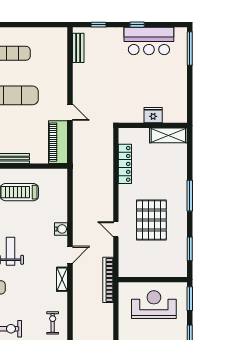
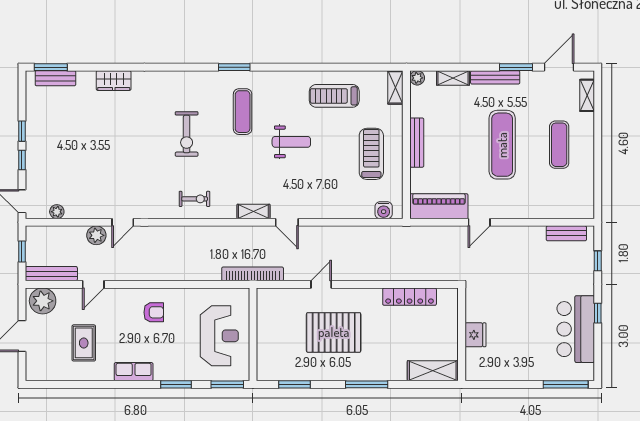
shelving: (168, 135) -> (433, 371), moved, turned 90
water cooler: (61, 229) -> (384, 210), moved

